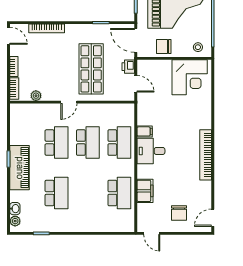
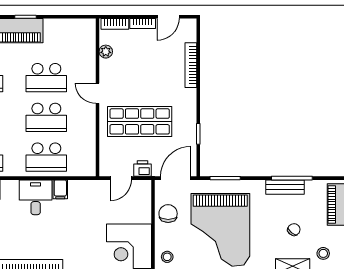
door: (9, 36) -> (168, 17), moved

